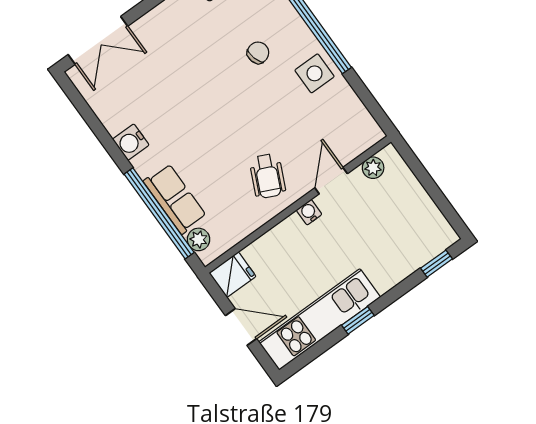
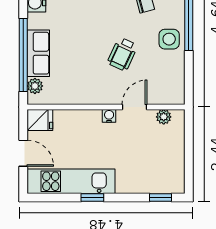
wheelchair: (267, 176) -> (122, 54), moved

